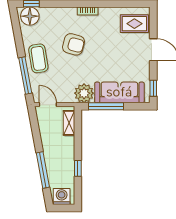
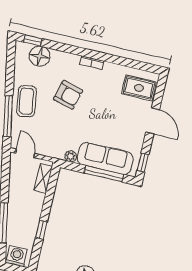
floor lamp: (30, 16) -> (40, 56), moved
plant: (84, 93) -> (71, 156), width x0.53, depth x0.53
window: (106, 106) -> (104, 174), moved

